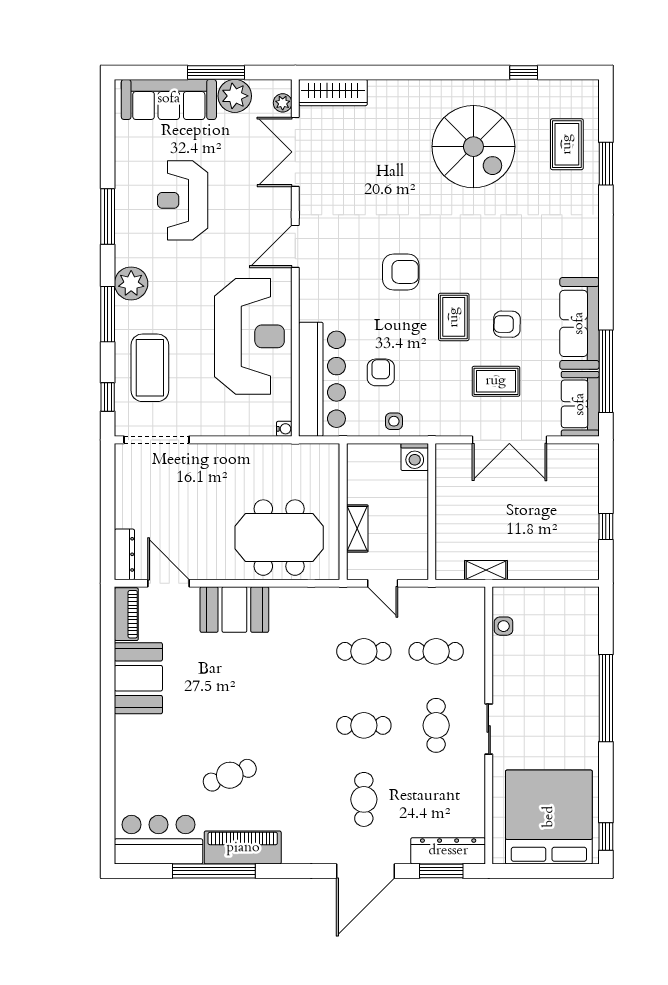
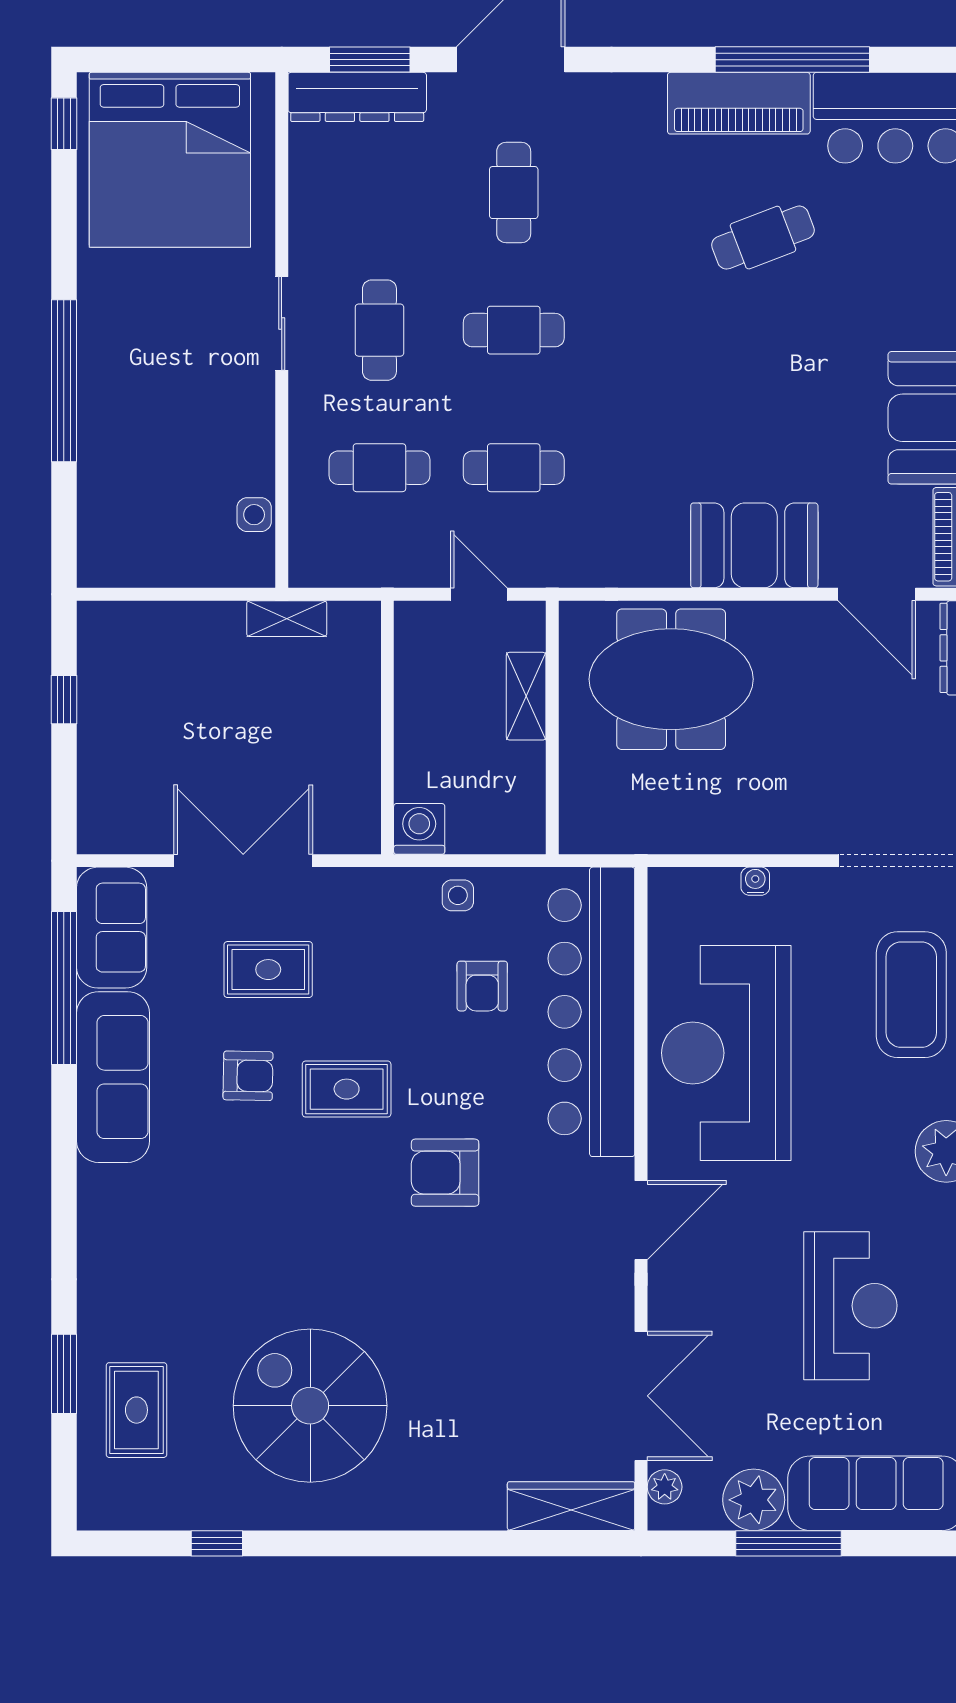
rug: (454, 317) -> (347, 1089), turned 90
bar counter: (322, 379) -> (591, 1012), width x1.36
water cooler: (284, 429) -> (755, 881), moved, turned 90

